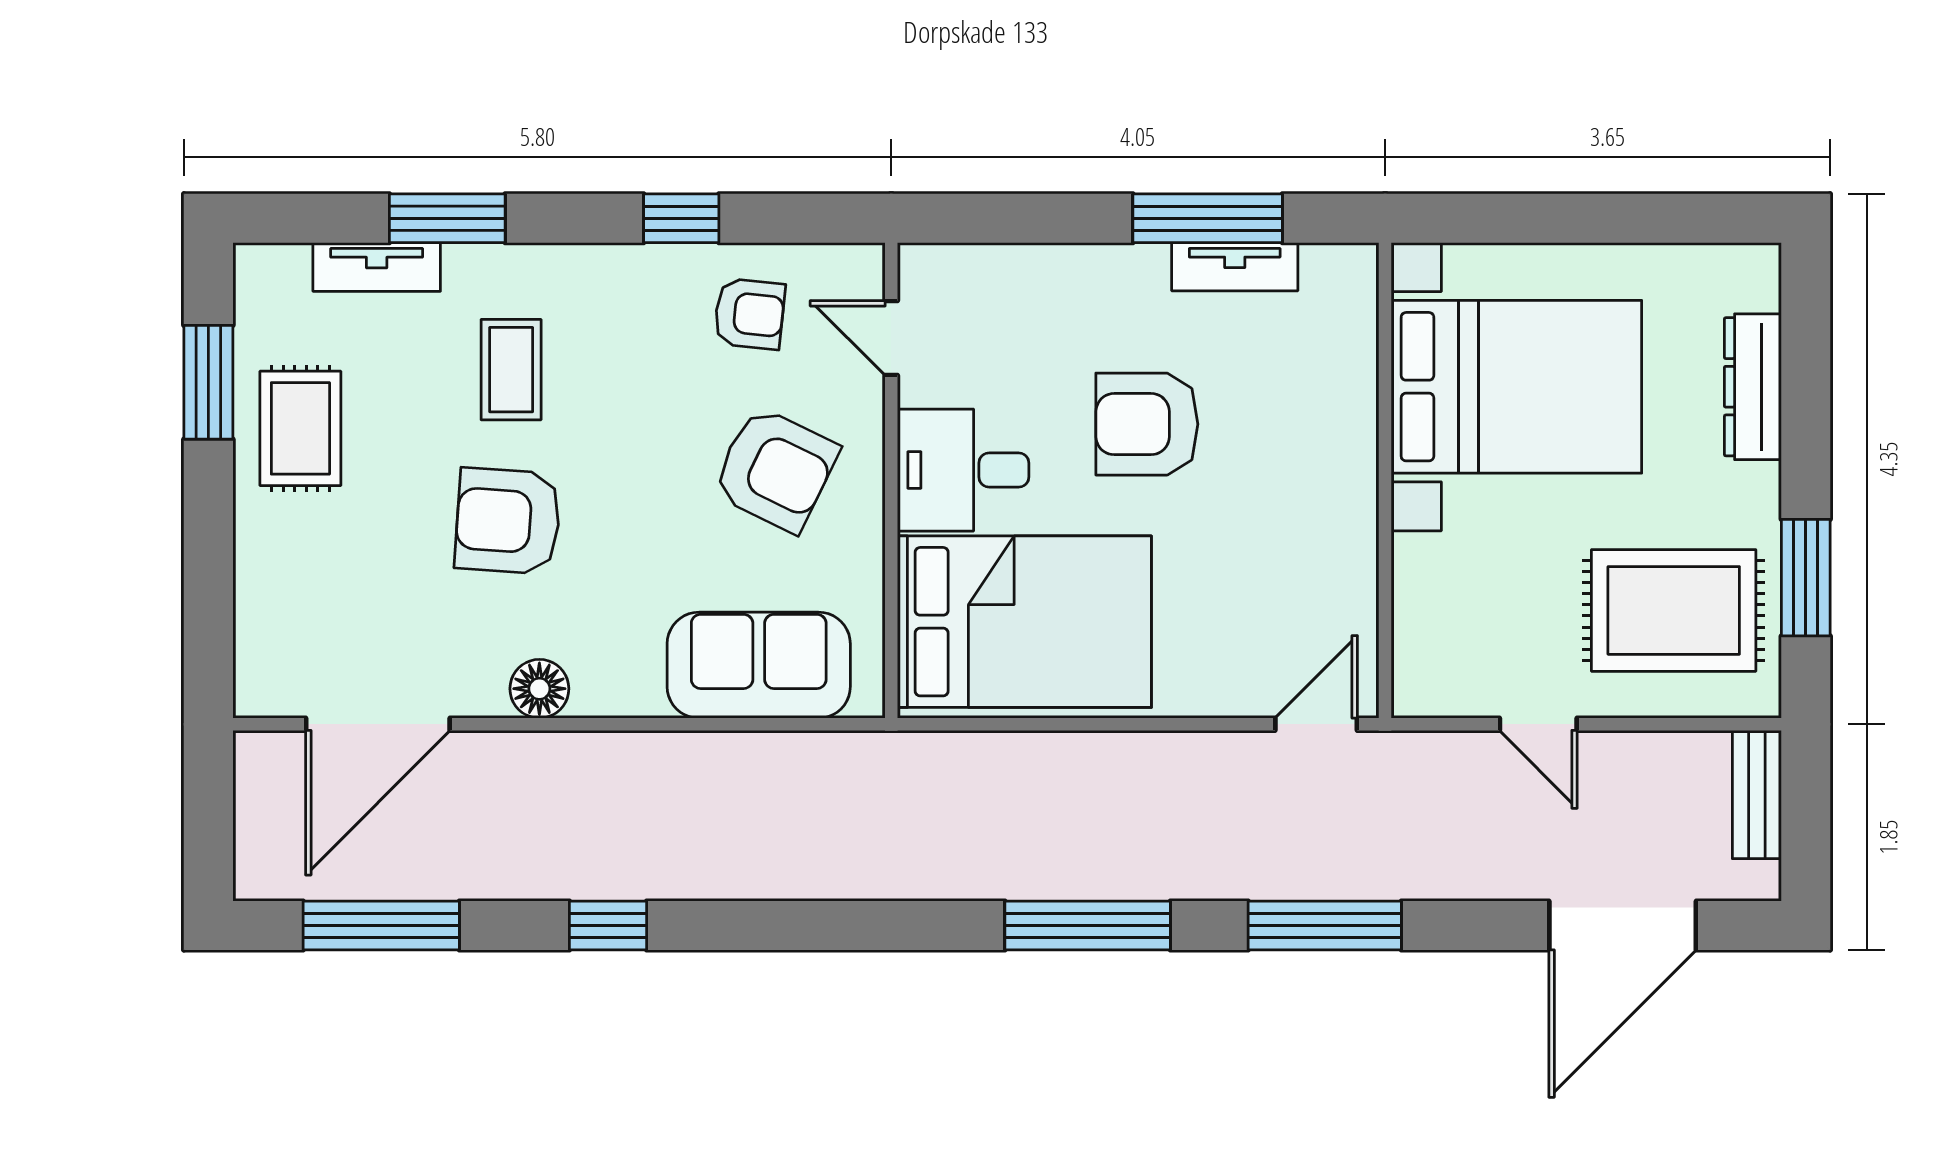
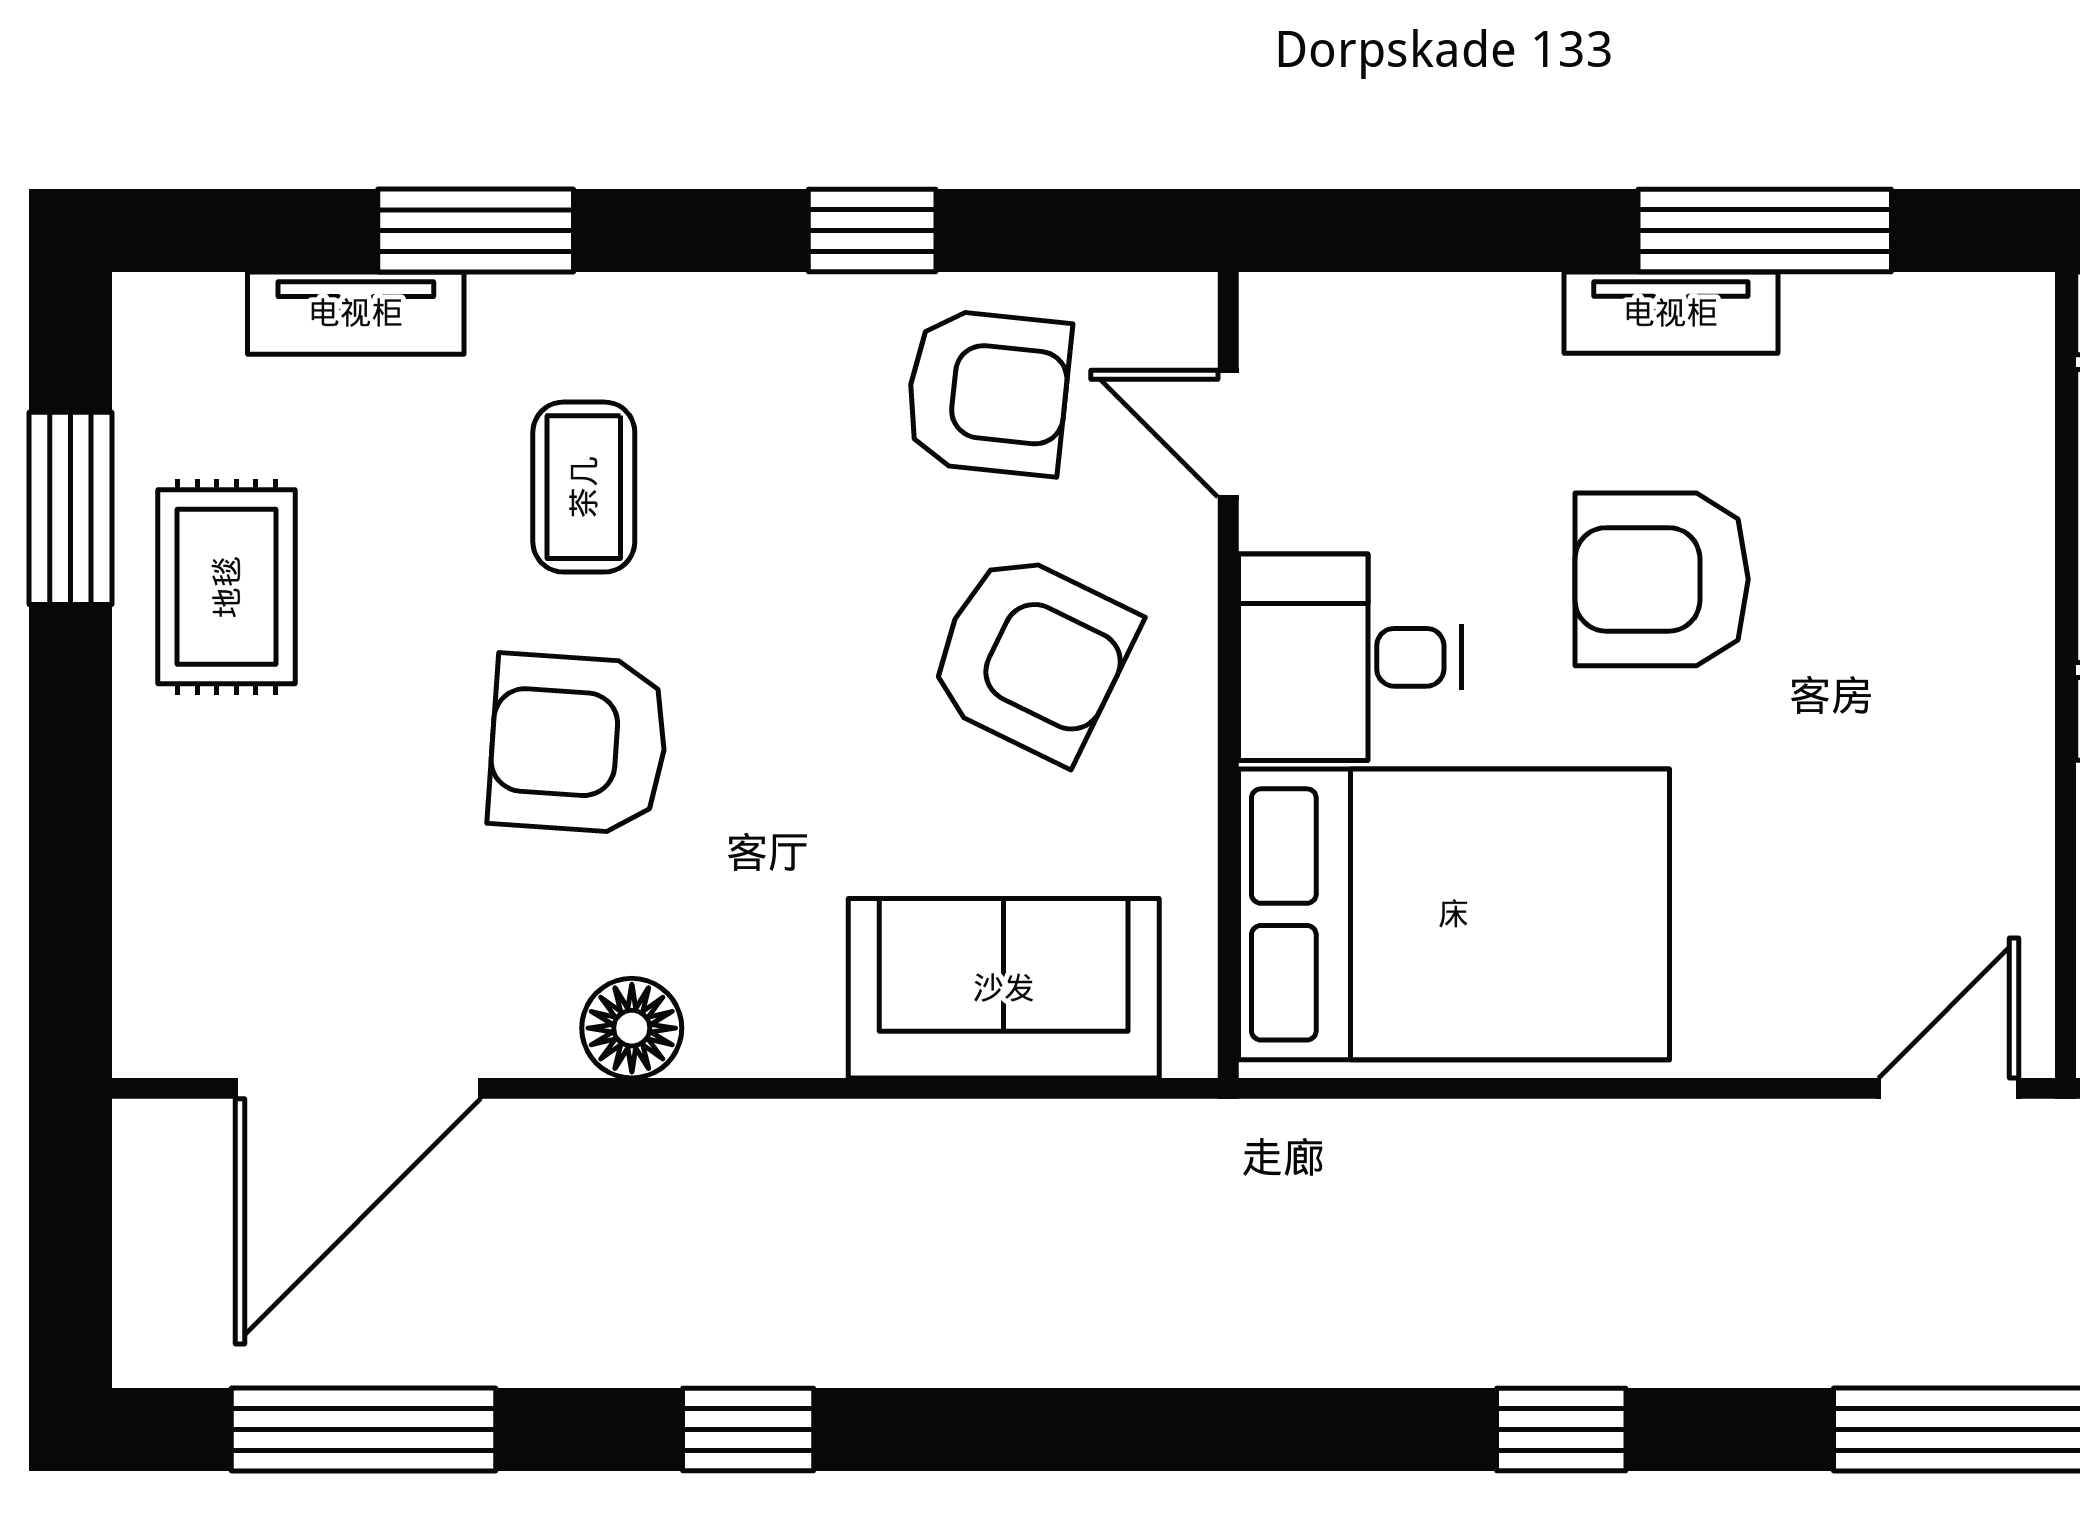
tv unit: (1235, 267) -> (1671, 313), moved
armchair: (749, 314) -> (988, 392), width x1.38, depth x1.38
window: (1088, 925) -> (1561, 1430), width x0.46

